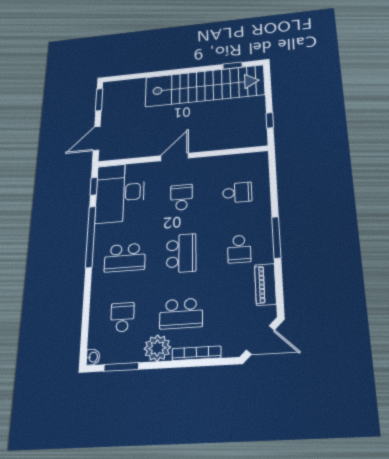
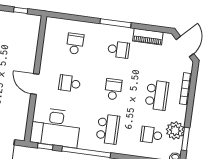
school desk: (181, 253) -> (113, 89), width x0.54
plant: (157, 348) -> (175, 130), moved

